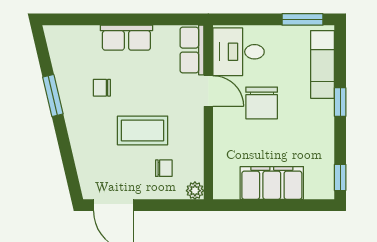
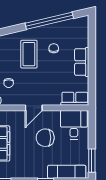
door: (208, 91) -> (34, 108), moved
window: (53, 96) -> (49, 21), width x2.11
coffee table: (143, 130) -> (29, 54), moved

